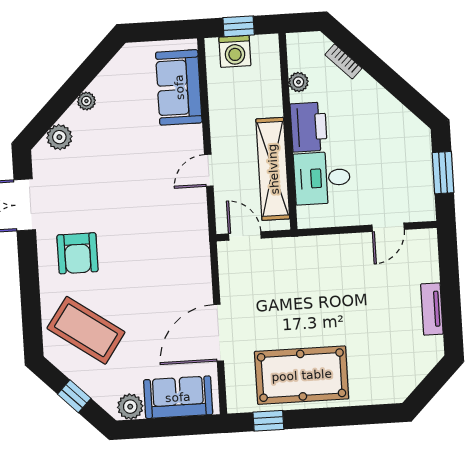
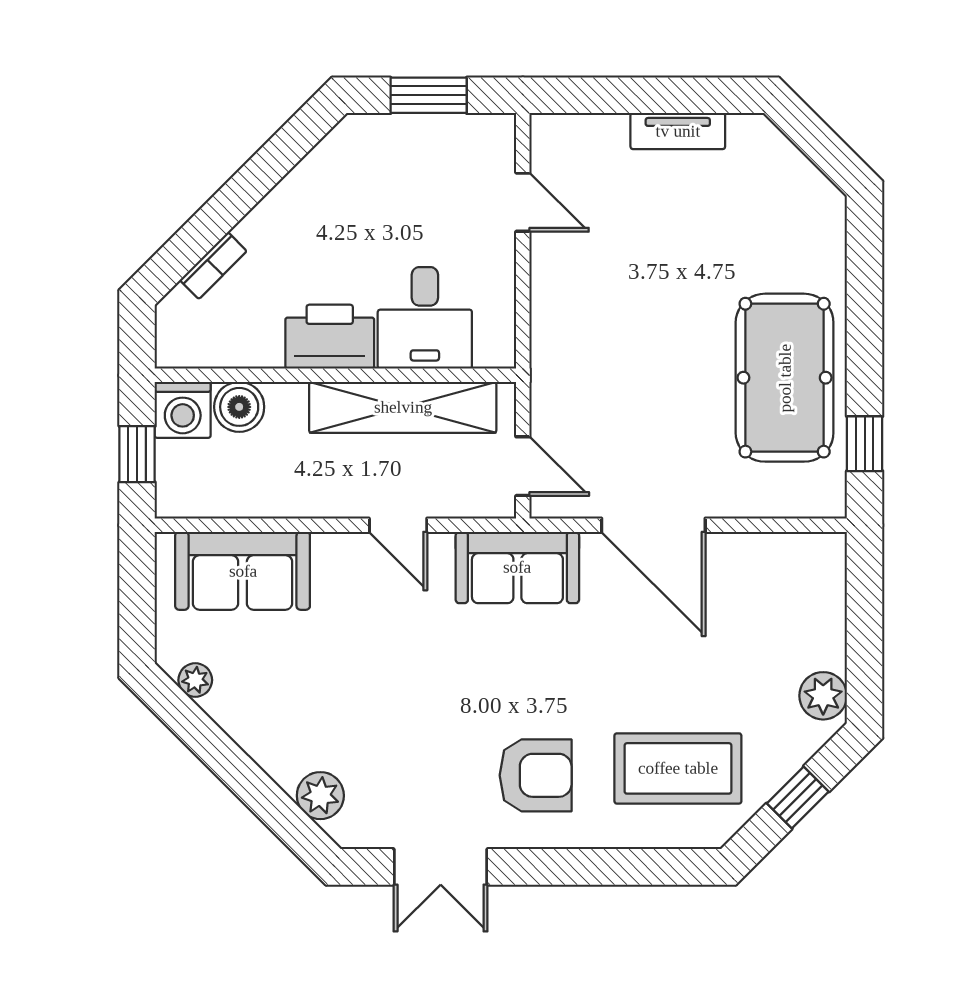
washing machine: (235, 51) -> (183, 410), moved, turned 90
boiler: (268, 80) -> (239, 407), added
plant: (298, 82) -> (246, 350), removed
plant: (86, 101) -> (195, 680), moved
door: (245, 236) -> (523, 466), swing flipped
coffee table: (86, 330) -> (678, 768), turned 55
door: (219, 333) -> (653, 525), moved
sofa: (178, 397) -> (517, 567), moved, turned -90

